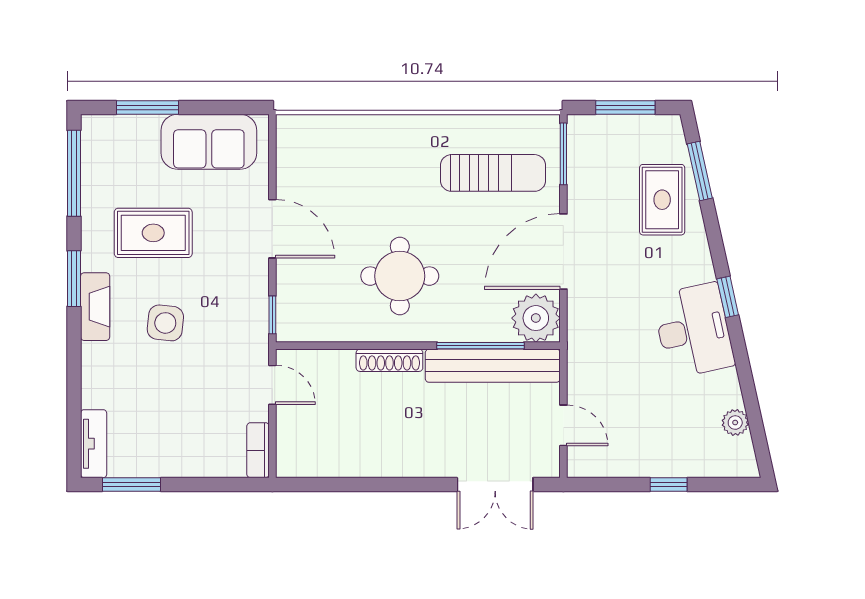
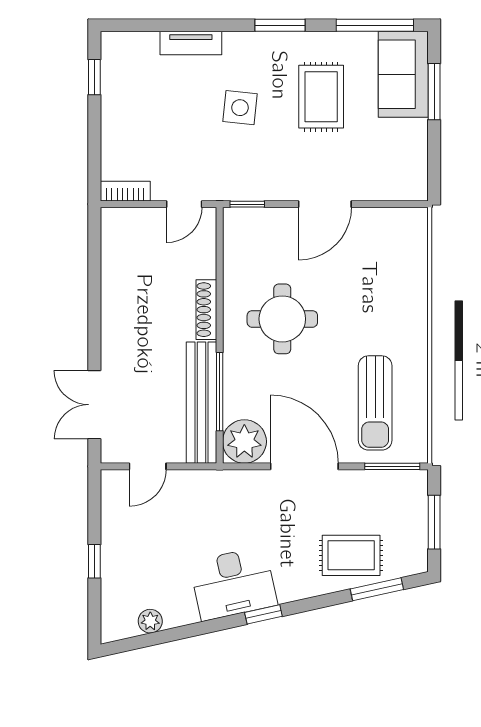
sofa: (209, 142) -> (403, 74), moved
fireplace: (95, 307) -> (255, 44), removed
tv unit: (94, 444) -> (191, 43), moved
window: (131, 484) -> (94, 77), width x0.67

